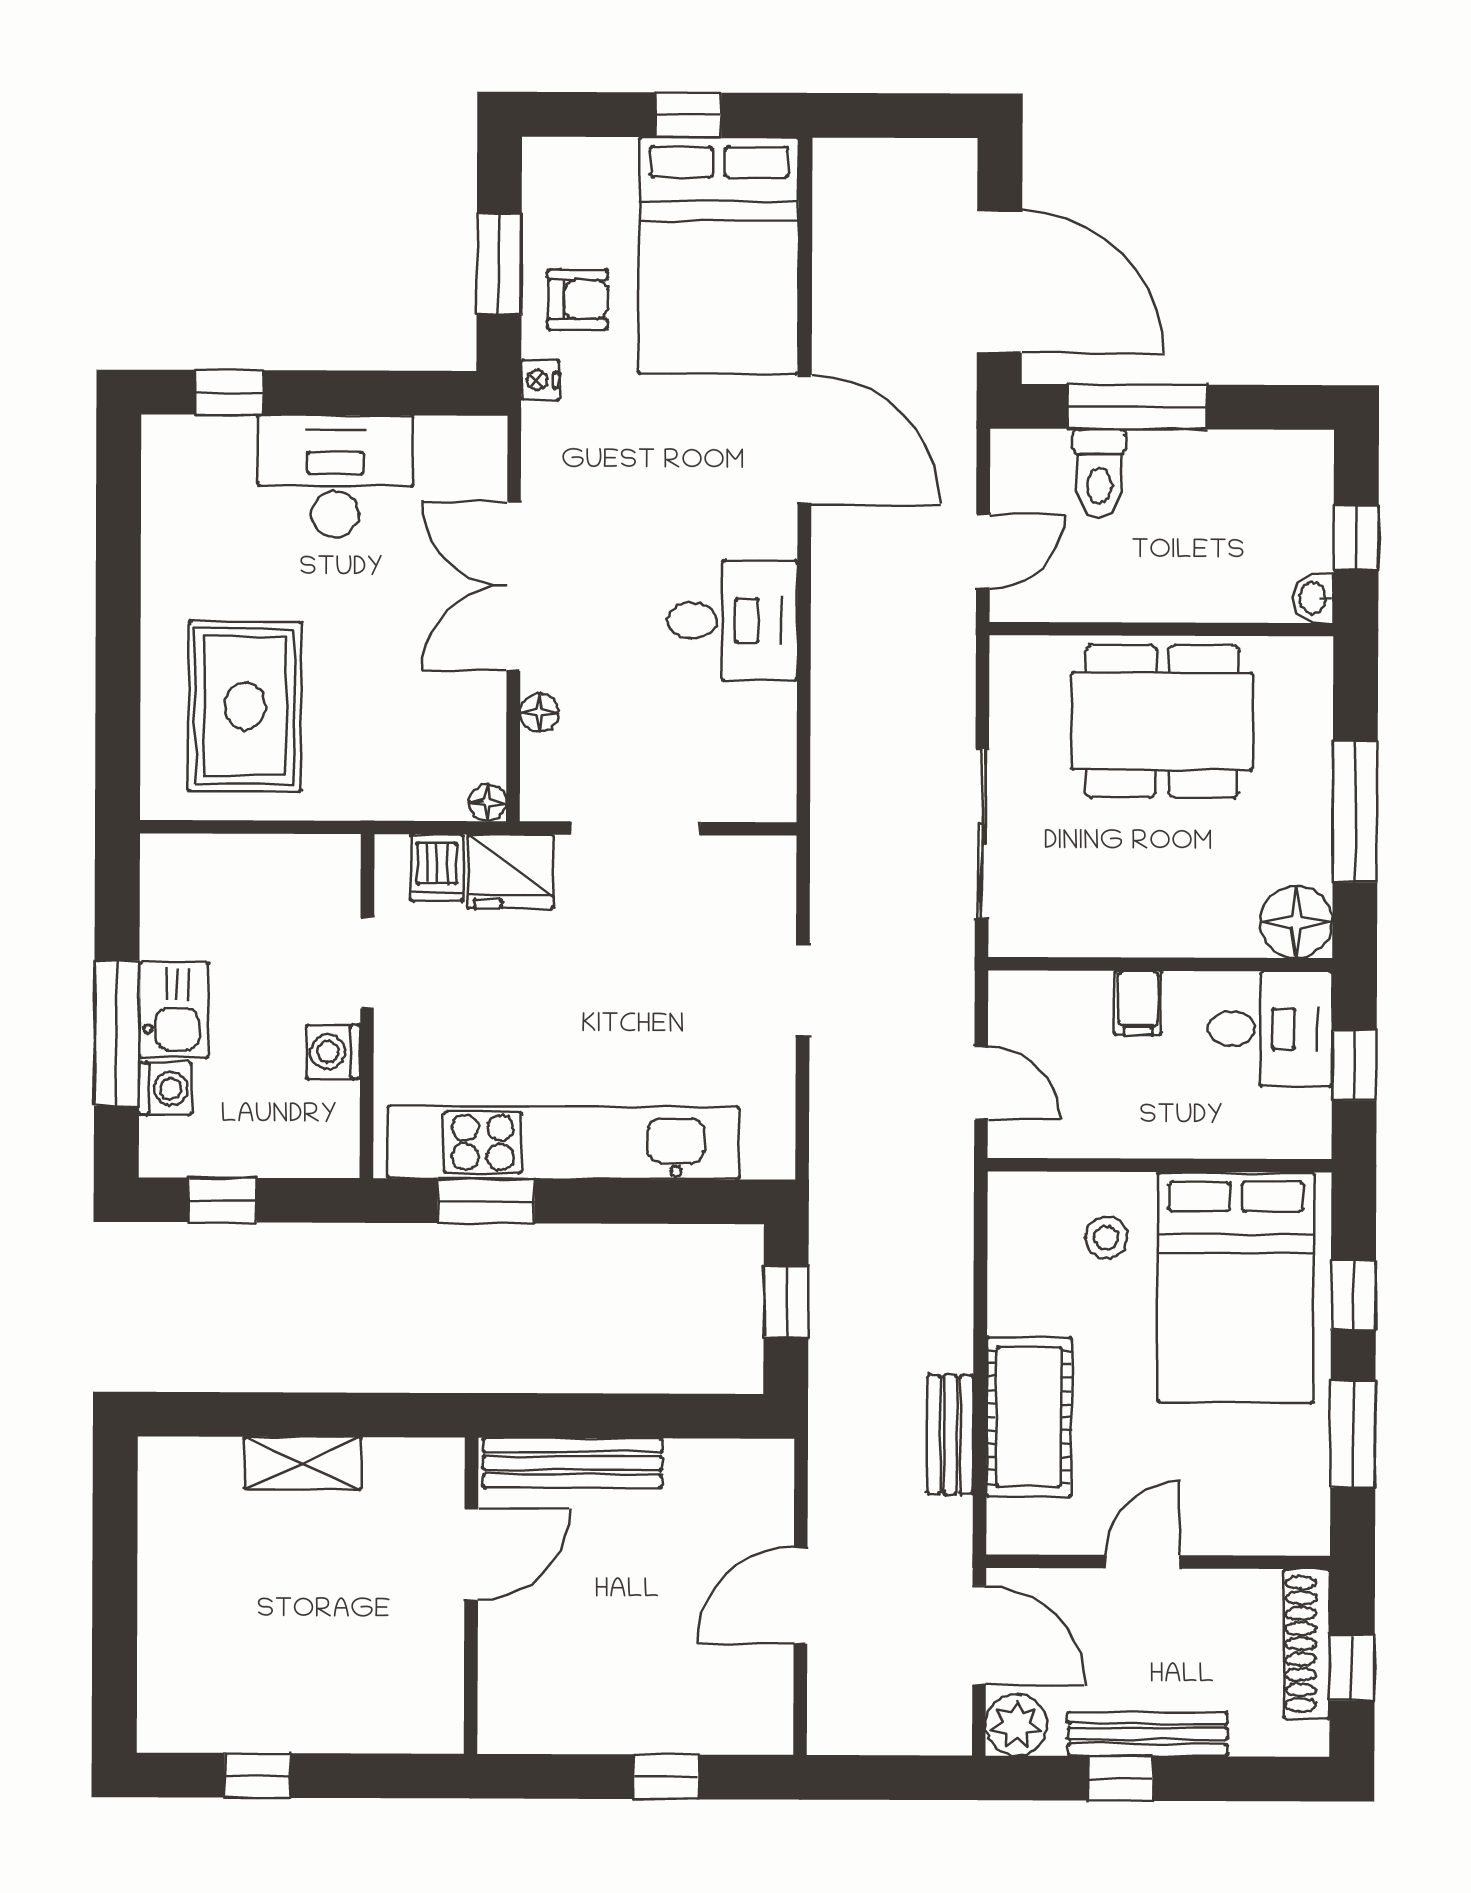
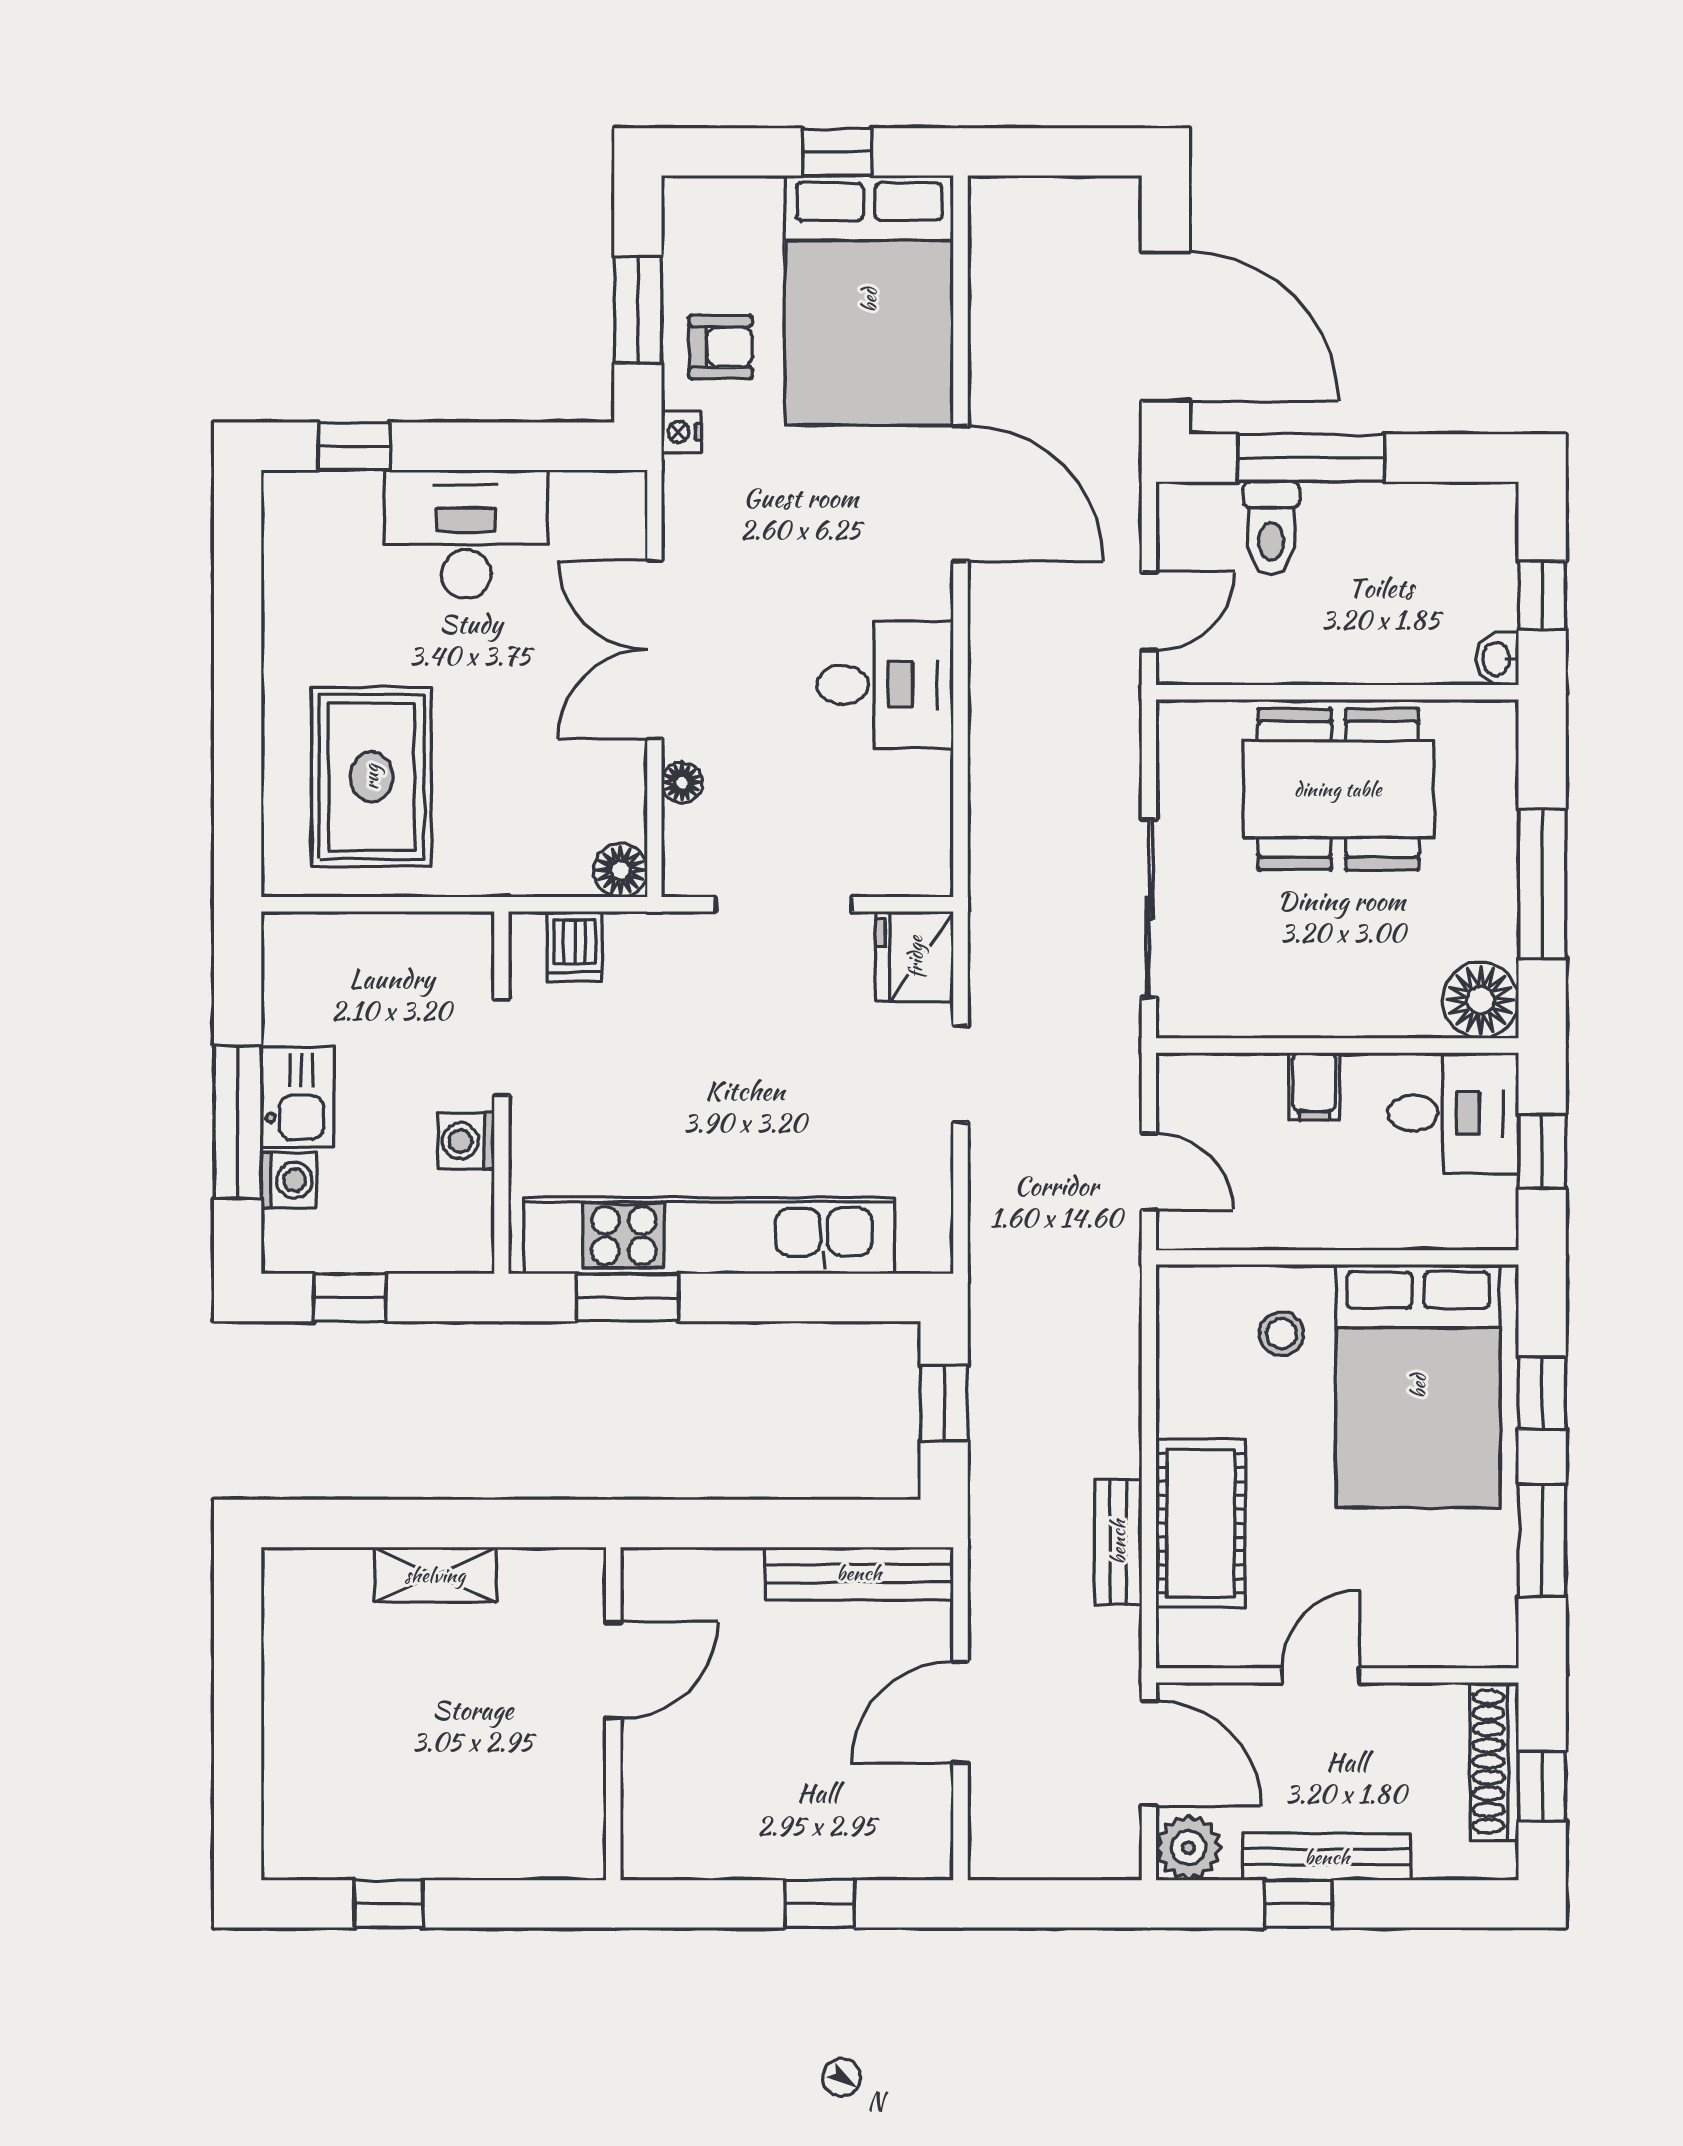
floor lamp: (488, 803) -> (620, 870), width x1.37, depth x1.37
fridge: (511, 872) -> (915, 957), moved, turned 90
bench: (573, 1463) -> (859, 1573), moved

